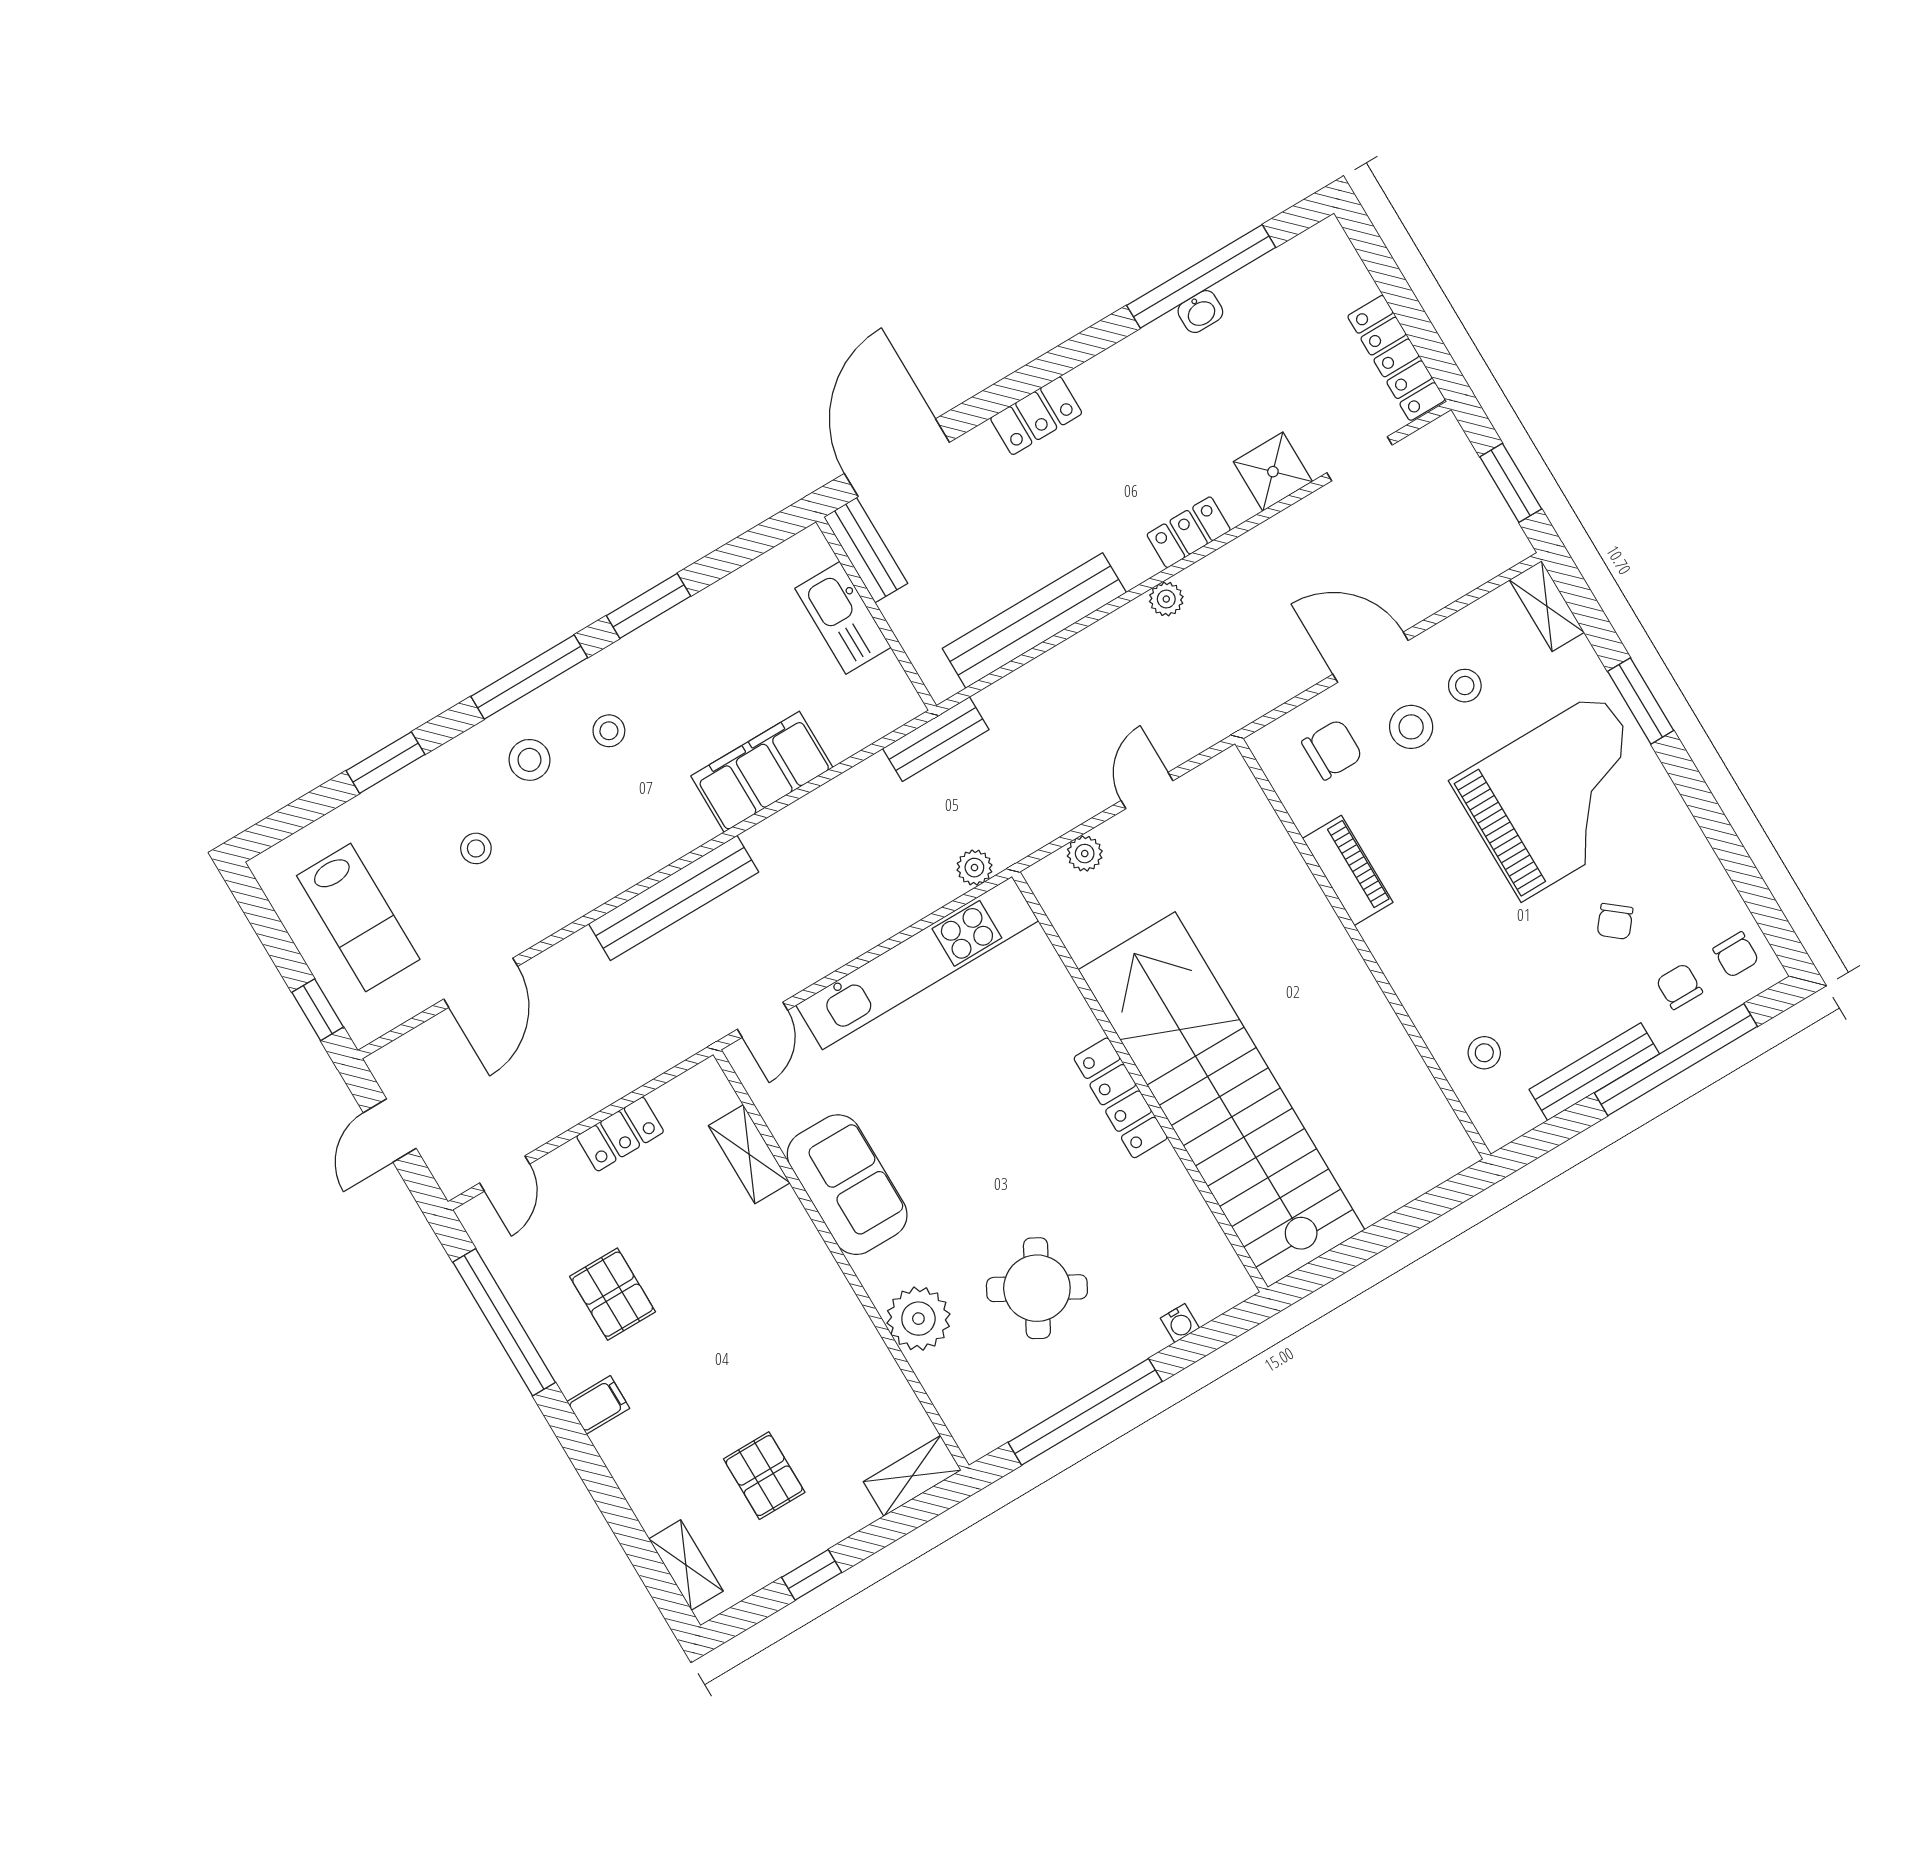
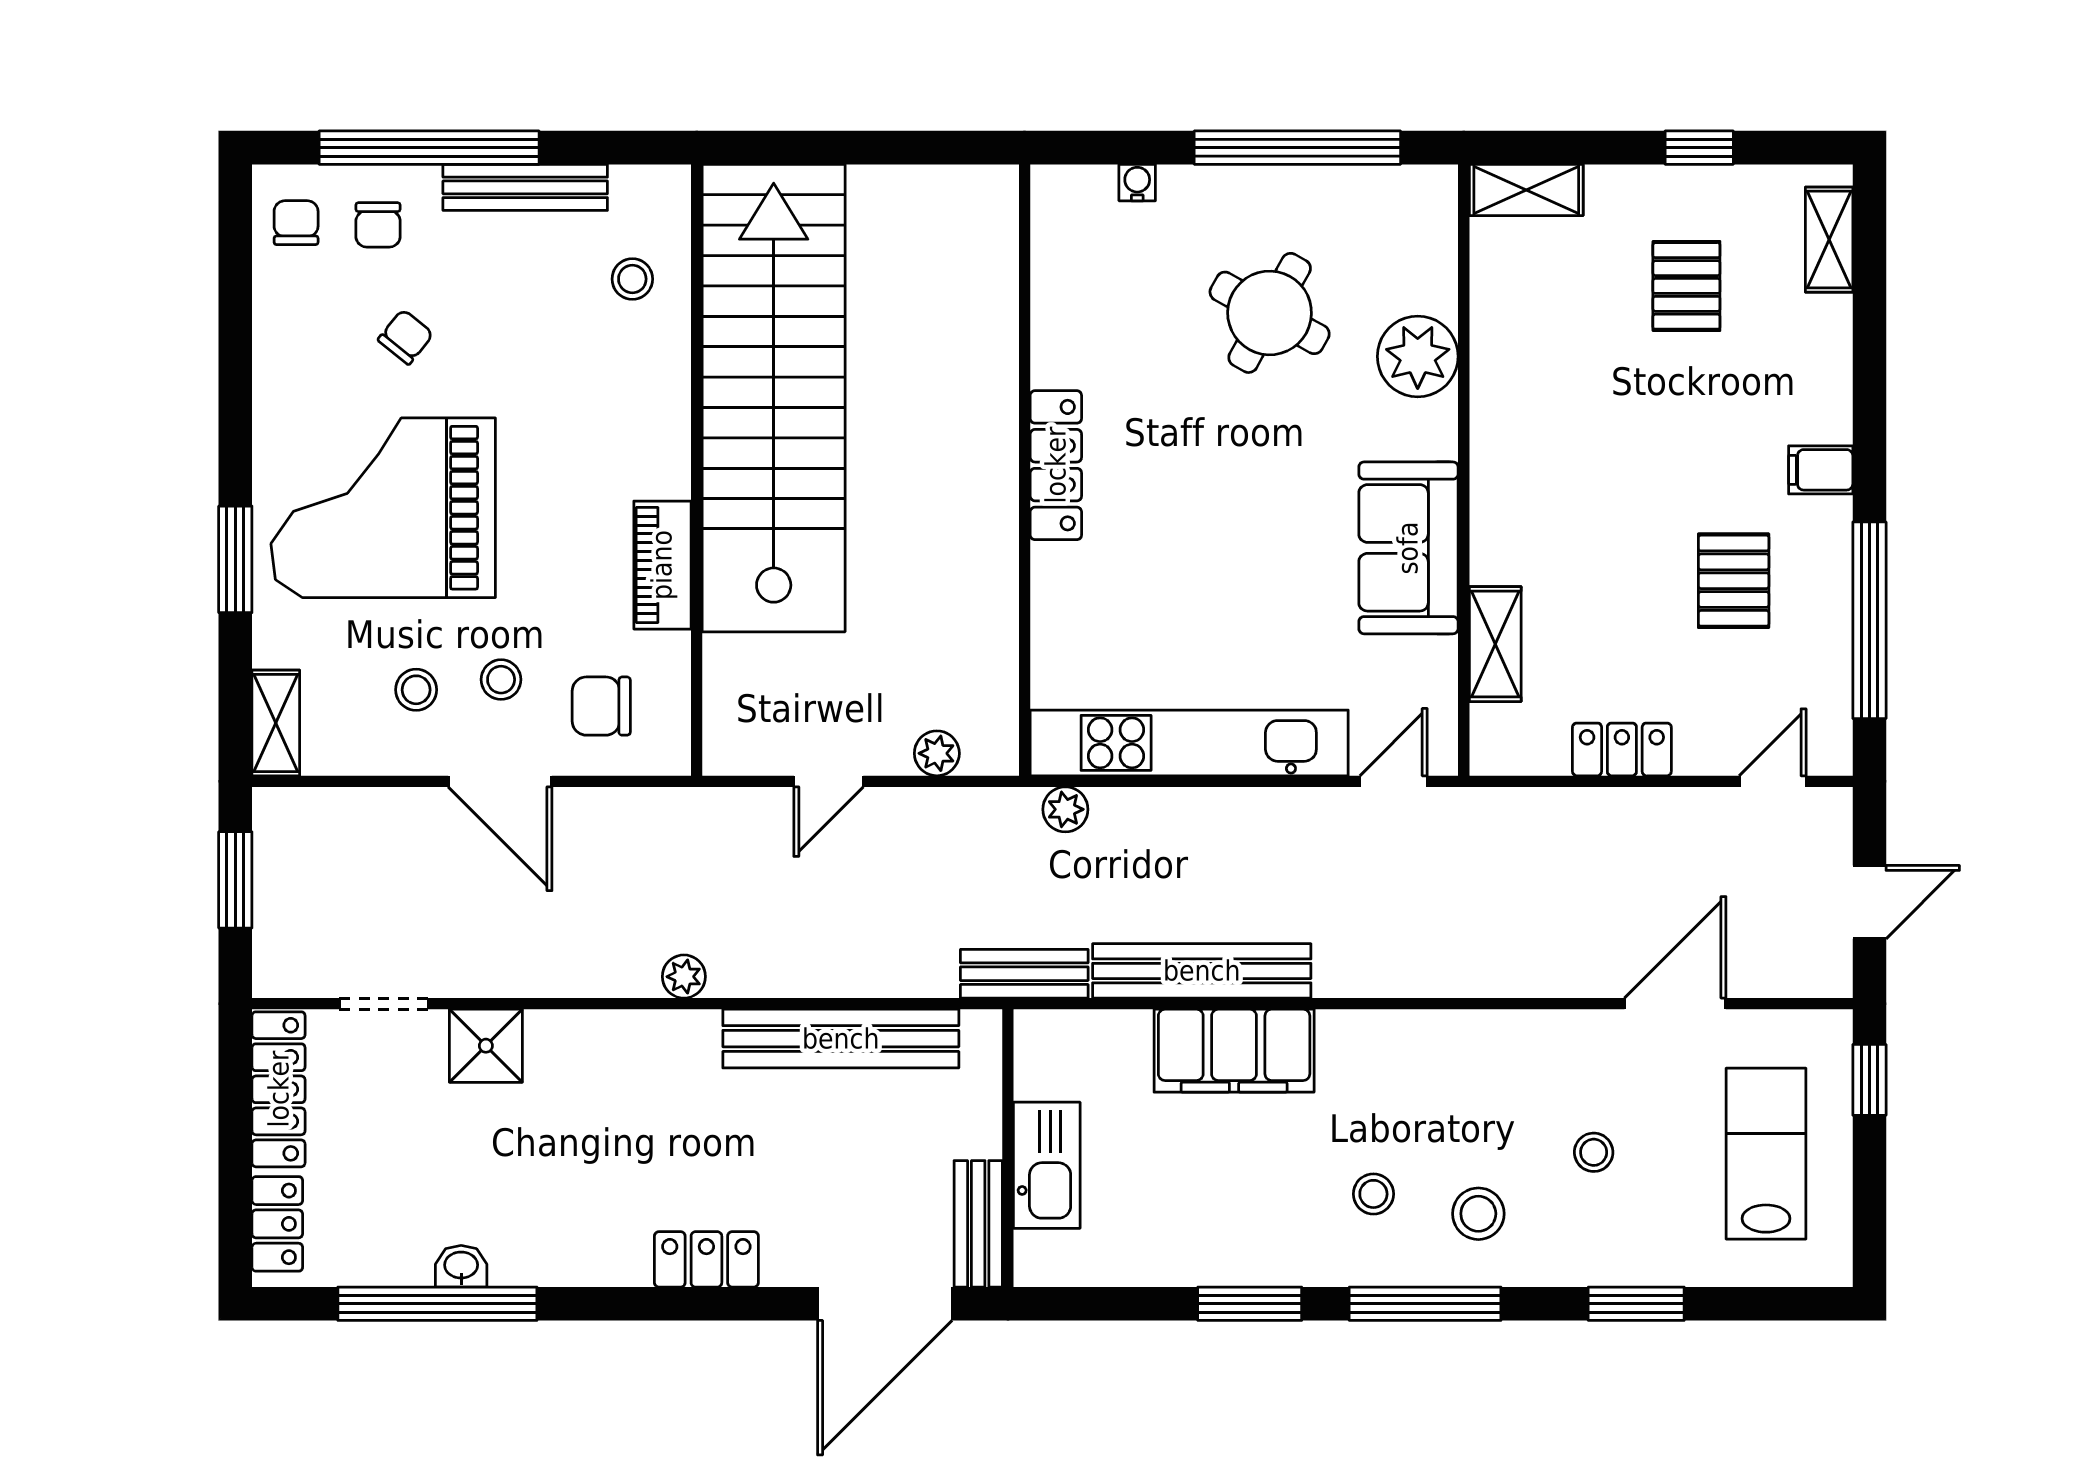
locker: (1189, 532) -> (277, 1224), moved, turned -90
stool: (1411, 727) -> (501, 680), width x0.73, depth x0.73
bench: (674, 898) -> (1202, 971), moved
stairs: (1221, 1100) -> (774, 398), moved, turned 180

